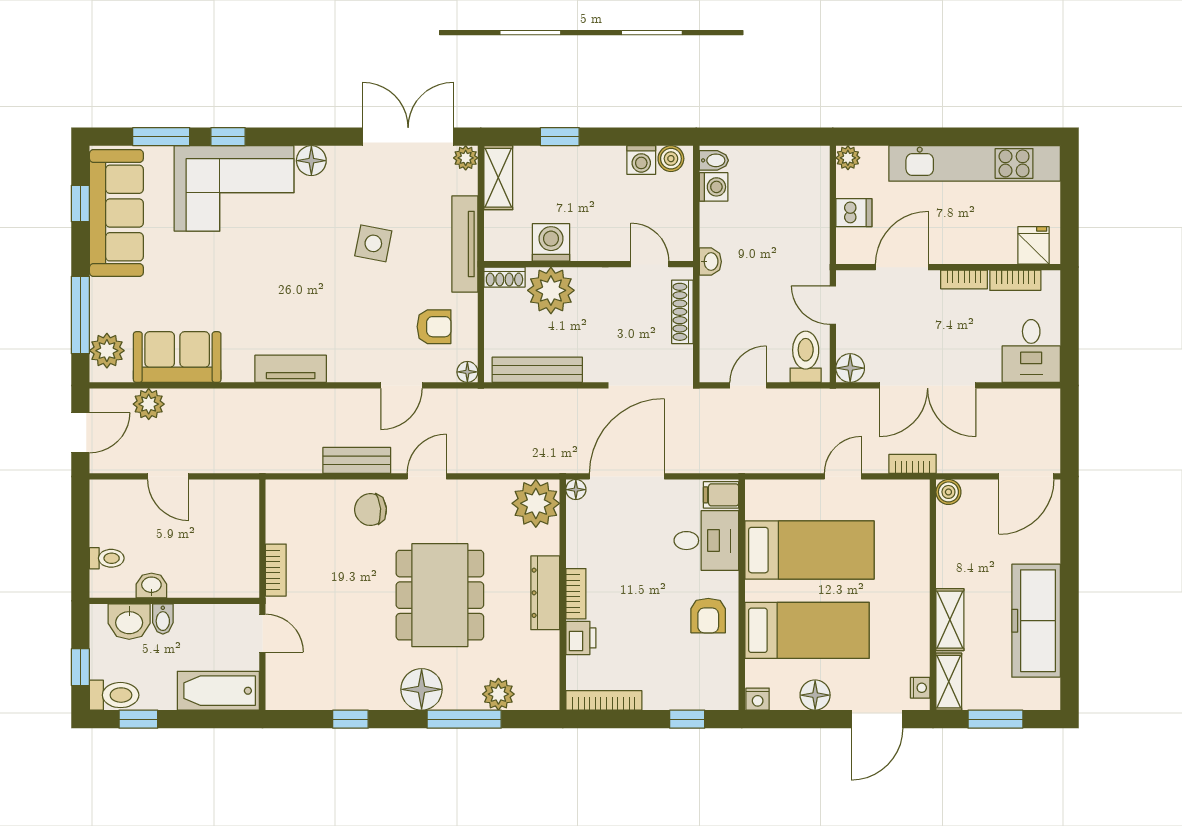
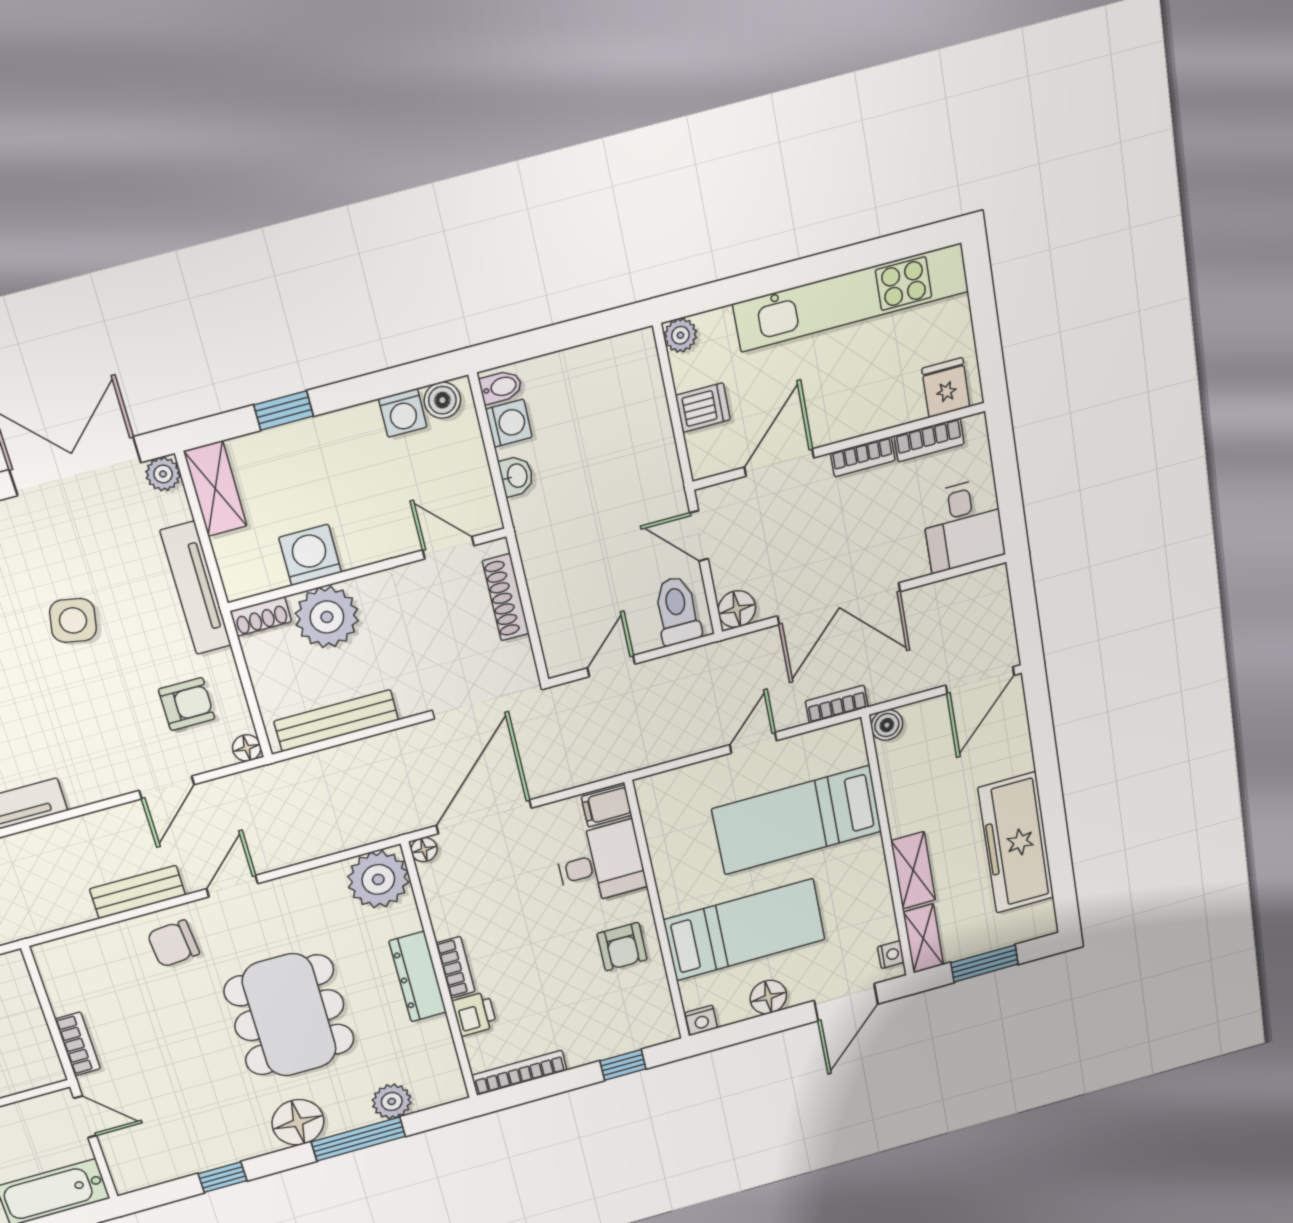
washbasin: (710, 262) -> (516, 476), moved
bed: (809, 550) -> (797, 820), moved, turned 180

